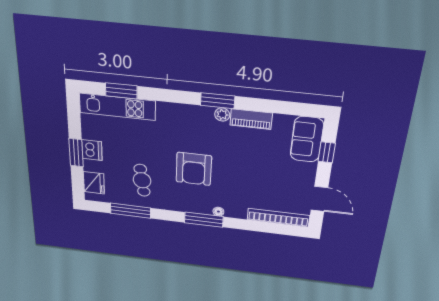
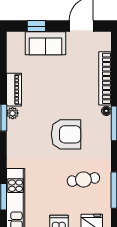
sofa: (307, 139) -> (45, 43), moved
bookcase: (278, 218) -> (105, 78), moved

